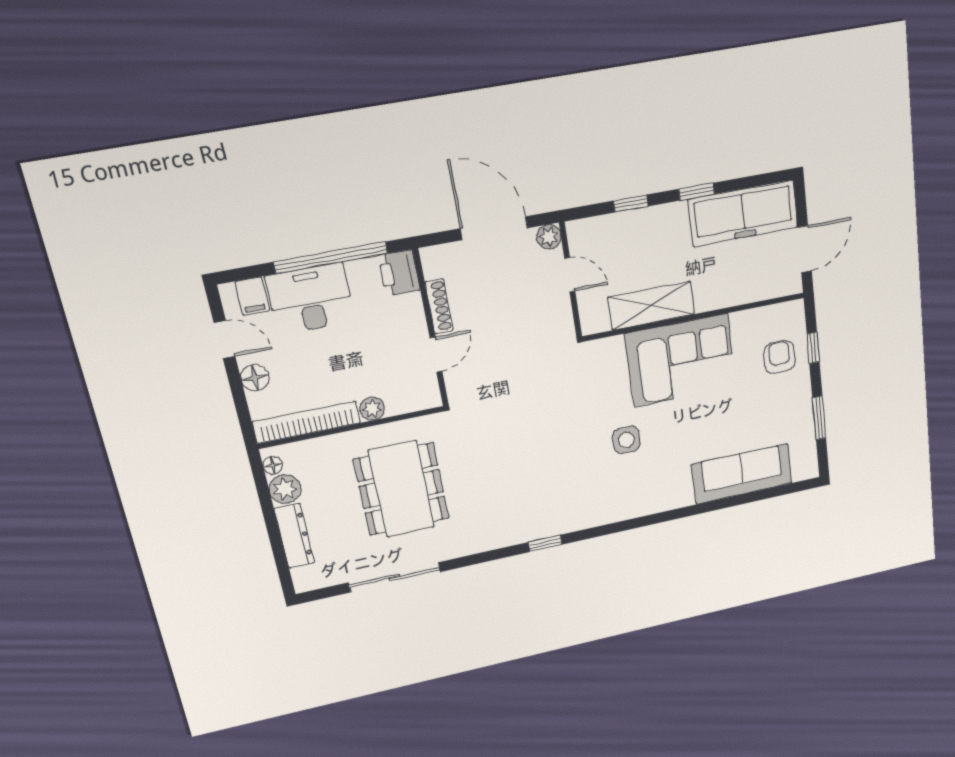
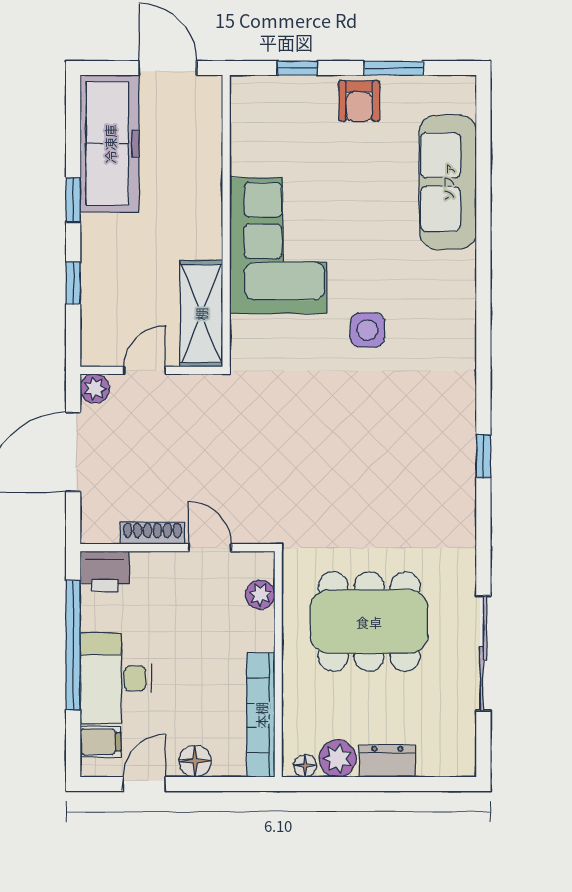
shelving: (651, 306) -> (201, 314), moved
armchair: (779, 357) -> (359, 101), moved, turned -90
plant: (372, 409) -> (260, 595), moved
dresser: (294, 536) -> (387, 761), width x0.70

